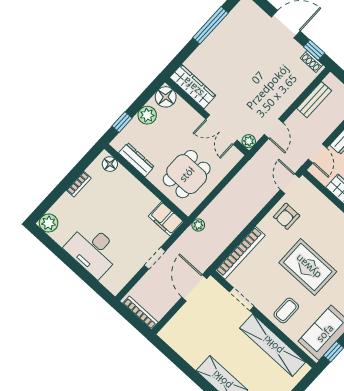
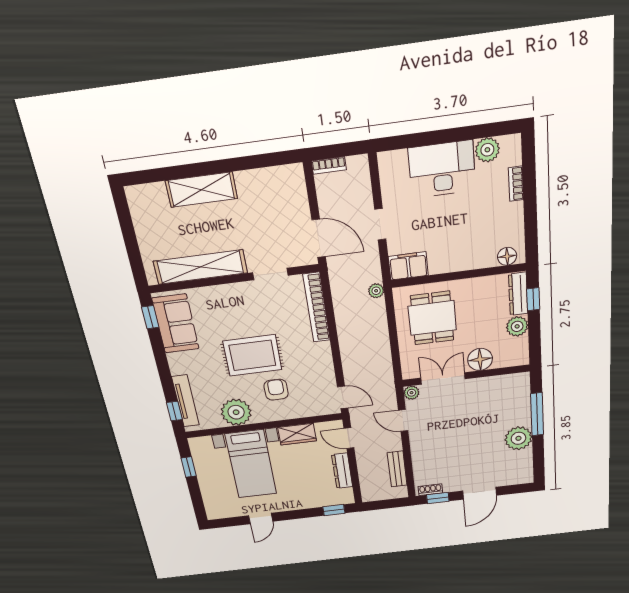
window: (211, 25) -> (537, 414), moved
plant: (222, 38) -> (518, 438), added
wardrobe: (193, 87) -> (503, 384), removed
floor lamp: (166, 97) -> (480, 359), moved
dresser: (136, 160) -> (518, 294), moved, turned 90
bookcase: (79, 184) -> (516, 184), moved
armchair: (287, 216) -> (276, 390), moved
plant: (49, 223) -> (487, 150), moved
coffee table: (286, 311) -> (226, 306), removed
bookcase: (140, 313) -> (329, 165), width x0.64

